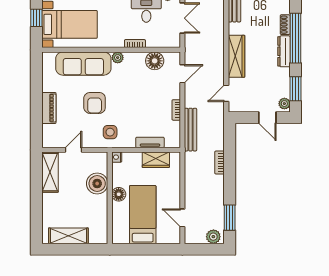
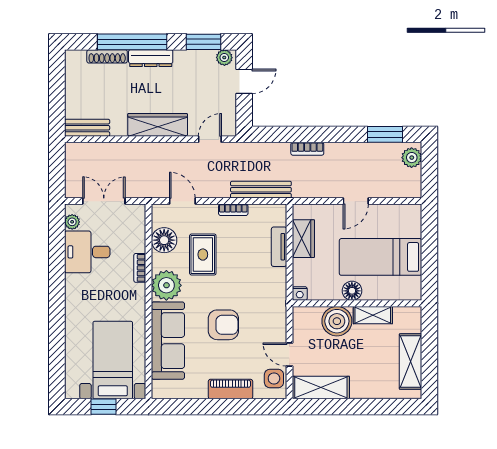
shoe rack: (285, 25) -> (107, 56), width x1.43
plant: (118, 58) -> (166, 285), width x1.88, depth x1.88
rug: (144, 88) -> (203, 255), added
door: (226, 93) -> (210, 139), swing flipped
side table: (110, 132) -> (274, 378), moved
shelving: (101, 209) -> (373, 315), added
door: (182, 218) -> (356, 201), moved

